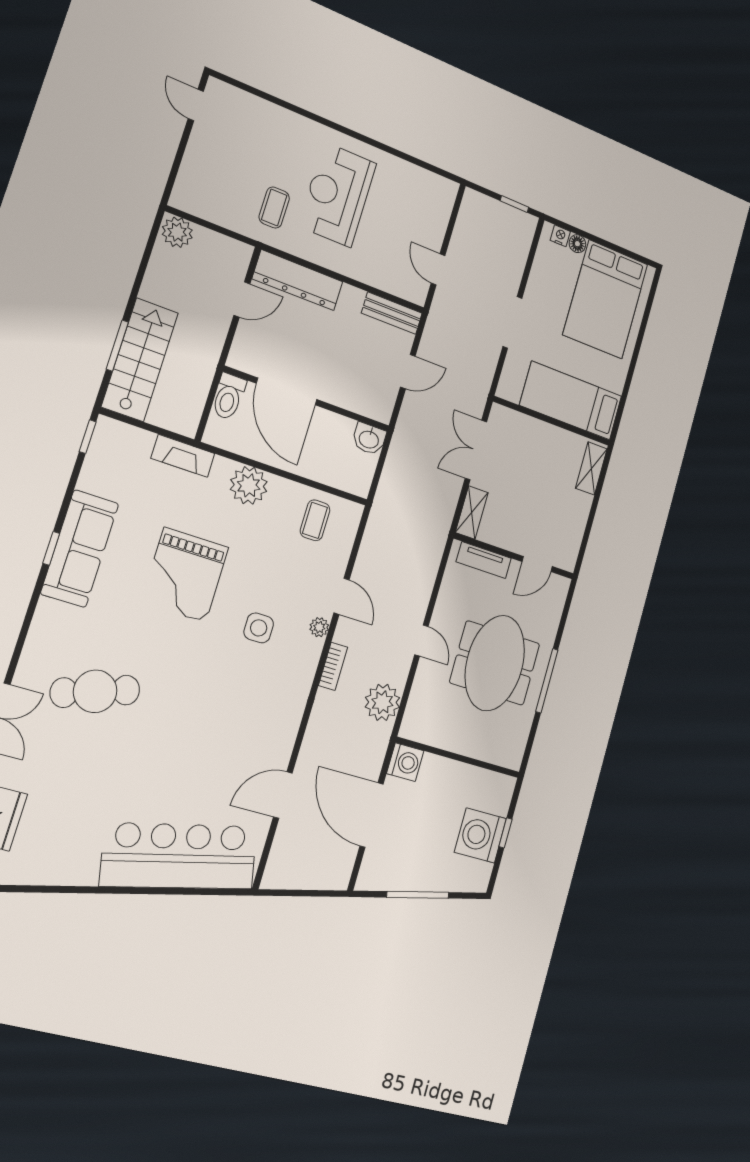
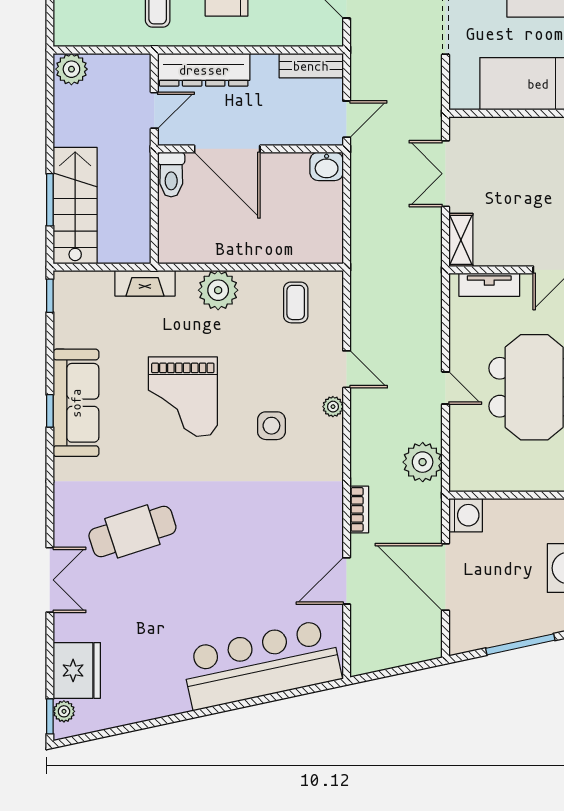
door: (287, 391) -> (227, 149), moved
toilet: (229, 397) -> (171, 175), moved
wall: (307, 399) -> (250, 149), moved
washbasin: (369, 439) -> (327, 166), moved
bookcase: (333, 666) -> (359, 509), moved

